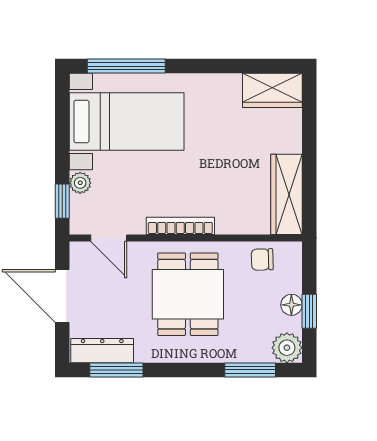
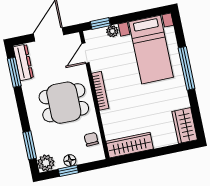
window: (126, 66) -> (187, 68), moved

